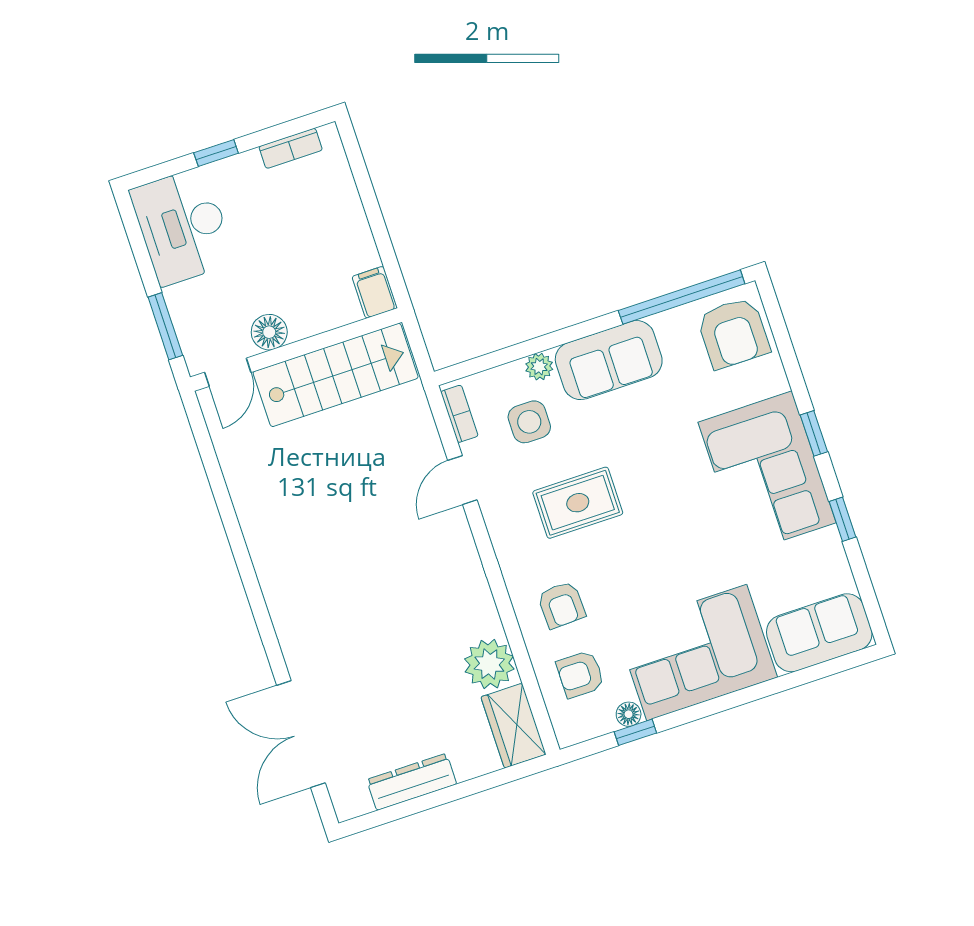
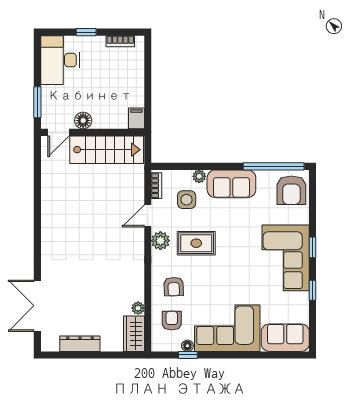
plant: (504, 521) -> (160, 241), added
plant: (489, 664) -> (138, 308), width x0.53, depth x0.53
armchair: (580, 674) -> (172, 321), turned 90

